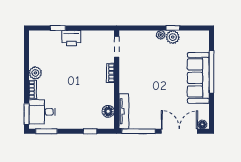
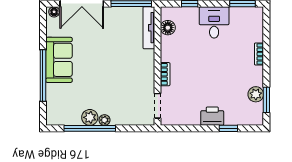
window: (173, 28) -> (90, 128), width x3.17
plant: (35, 73) -> (256, 94), moved
sofa: (198, 78) -> (59, 60), width x0.73
desk: (42, 112) -> (214, 22), moved, turned -90
window: (27, 114) -> (266, 100), moved

